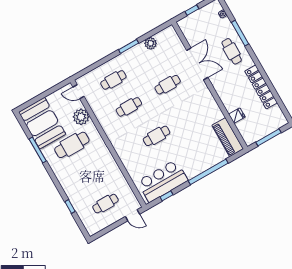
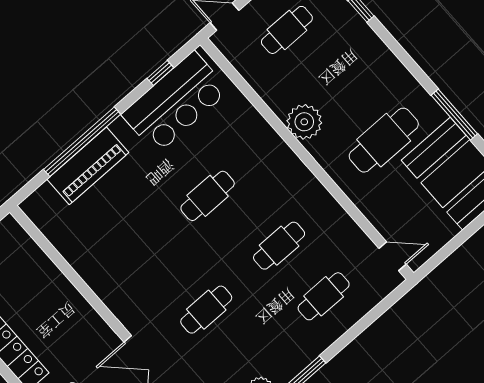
fridge: (237, 116) -> (45, 274), removed
plant: (81, 117) -> (304, 122), moved
piano: (228, 137) -> (88, 166), moved, turned 90

